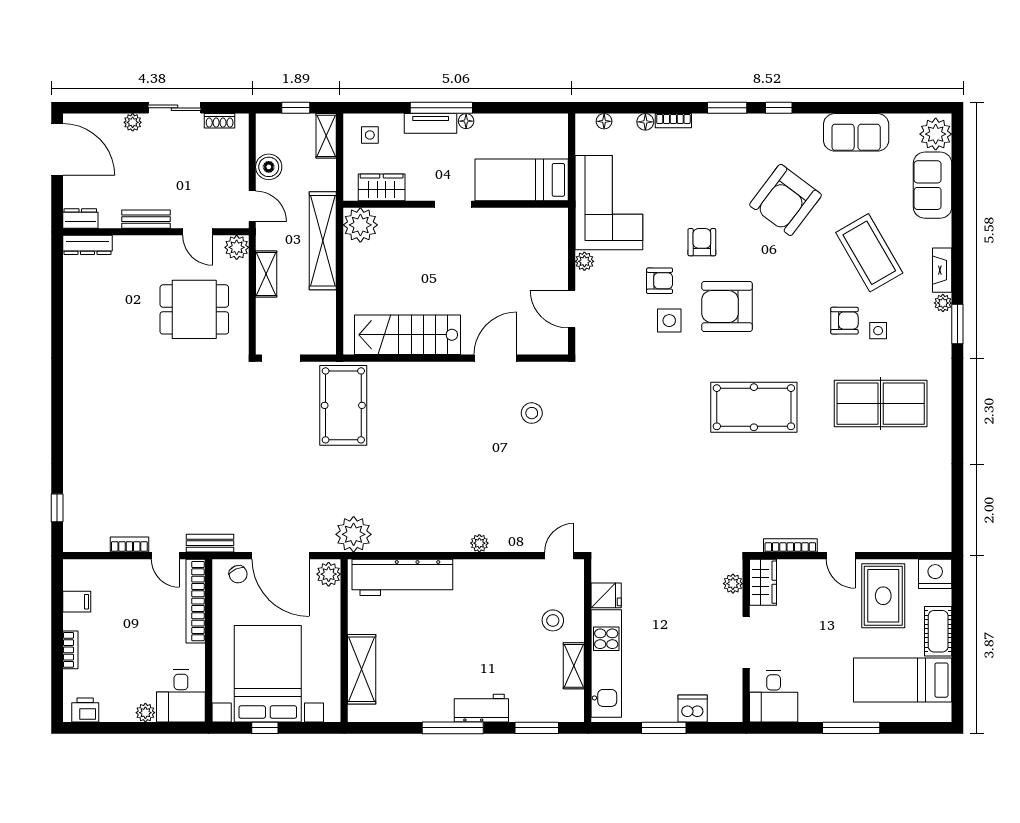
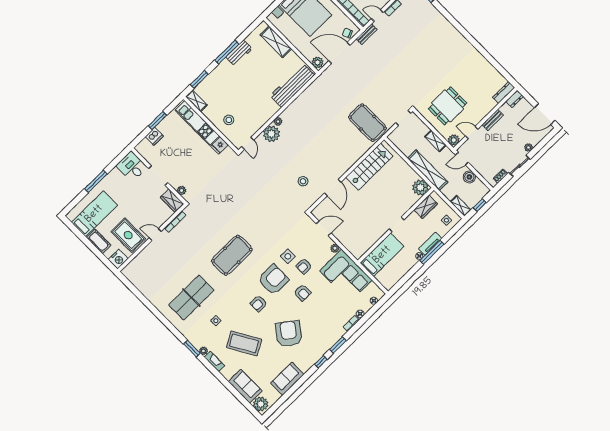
armchair: (844, 321) -> (259, 304), moved
plant: (354, 534) -> (271, 134), moved
shelving: (574, 666) -> (196, 101), moved
workbench: (481, 708) -> (239, 53), moved

